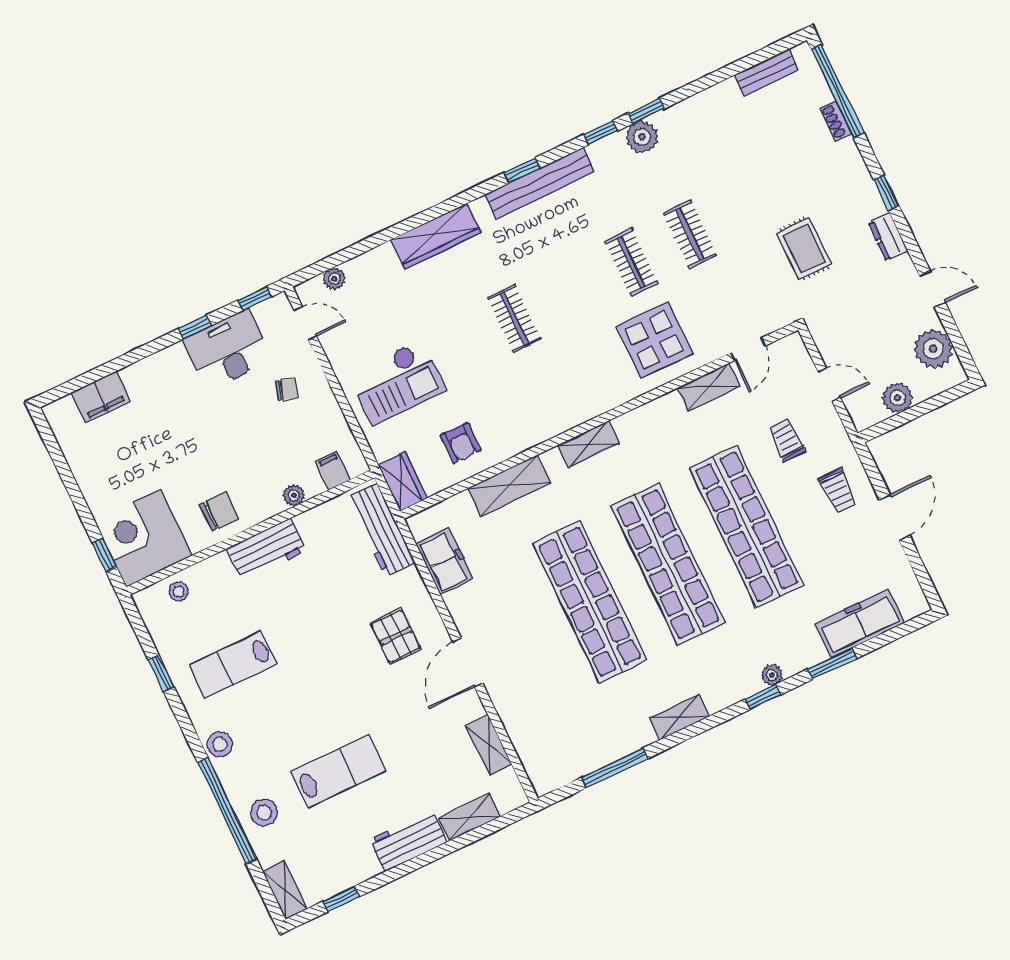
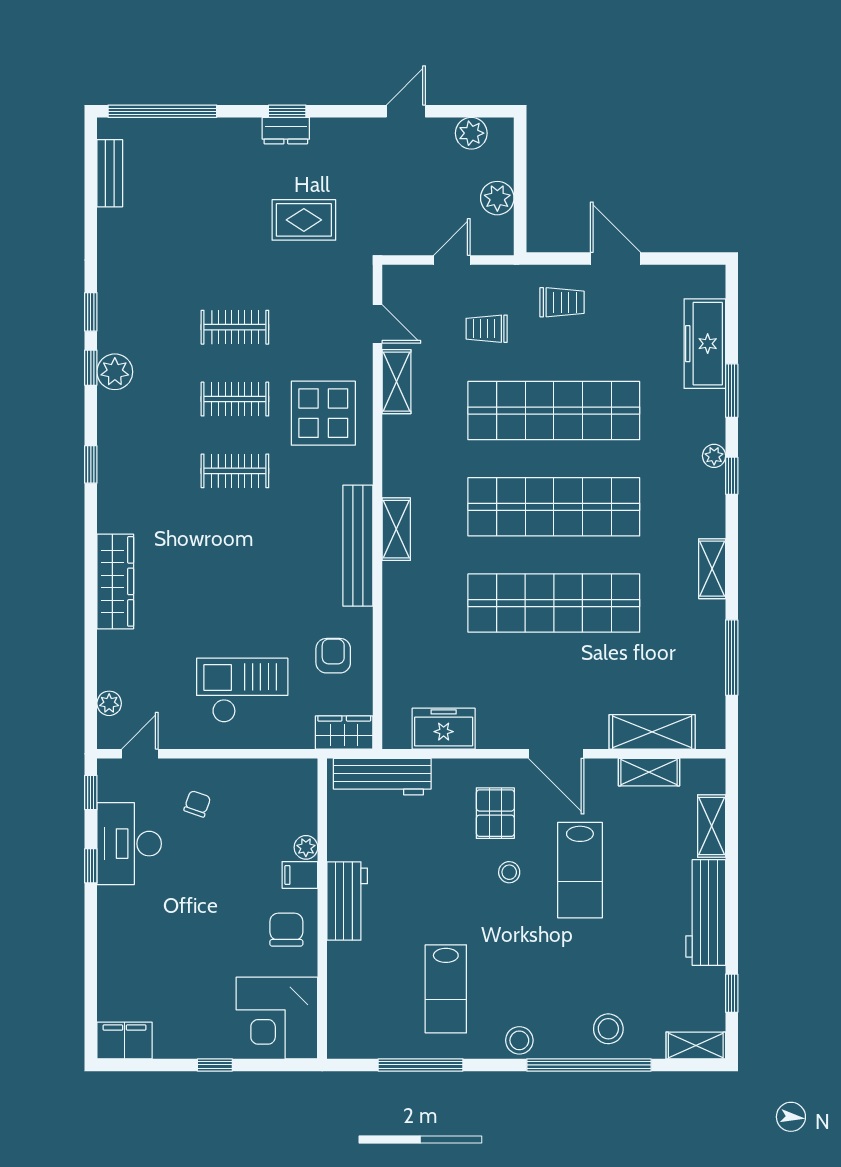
shoe rack: (836, 121) -> (191, 127), removed
plant: (642, 137) -> (115, 372), moved
bench: (540, 183) -> (358, 546), moved
dresser: (888, 237) -> (286, 131), moved
clothes rail: (514, 318) -> (235, 471), moved
plant: (933, 349) -> (471, 133), width x0.73, depth x0.73
checkout: (397, 382) -> (242, 690), turned -90
filing cabinet: (101, 397) -> (125, 1040), moved, turned -90
armchair: (461, 443) -> (333, 656), turned -90
filing cabinet: (333, 470) -> (300, 875), moved
shelving: (509, 486) -> (652, 732), moved, turned 90
window: (105, 555) -> (215, 1065), moved
stool: (179, 592) -> (509, 872), moved
pallet: (396, 636) -> (495, 813), turned 90
window: (161, 673) -> (421, 1065), width x2.17
lab bench: (338, 771) -> (580, 870), moved, turned 180
workbench: (408, 841) -> (706, 913), width x1.38

